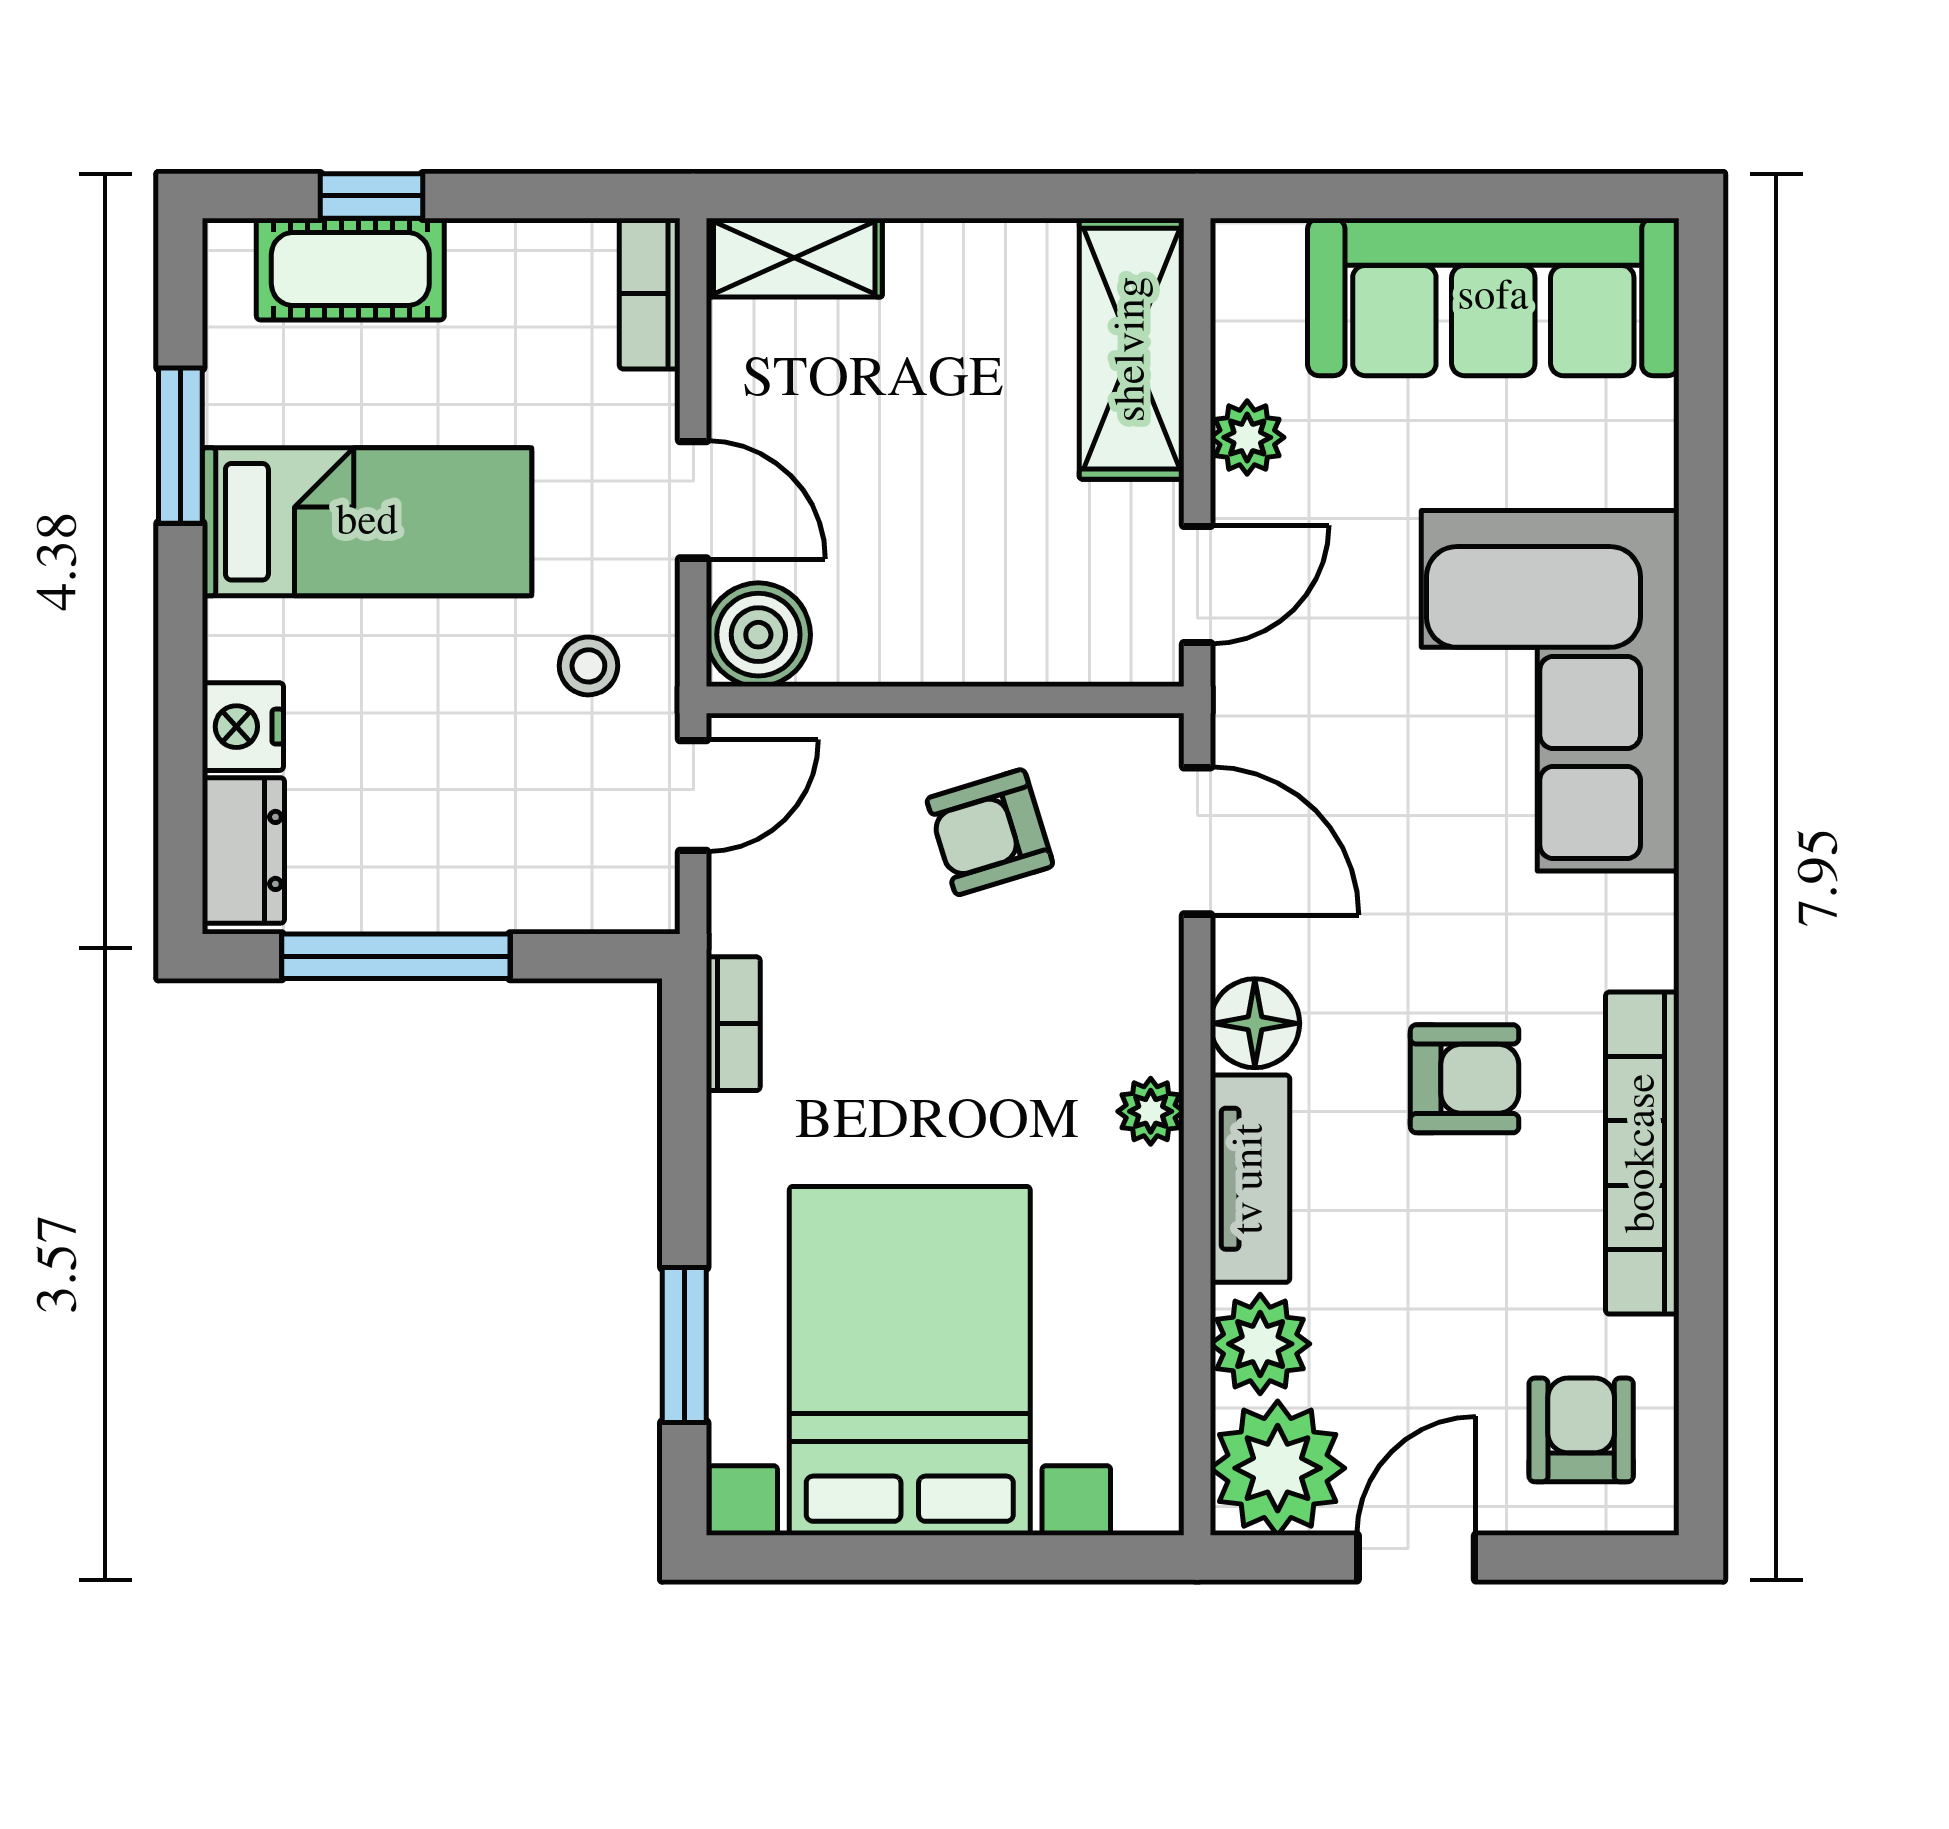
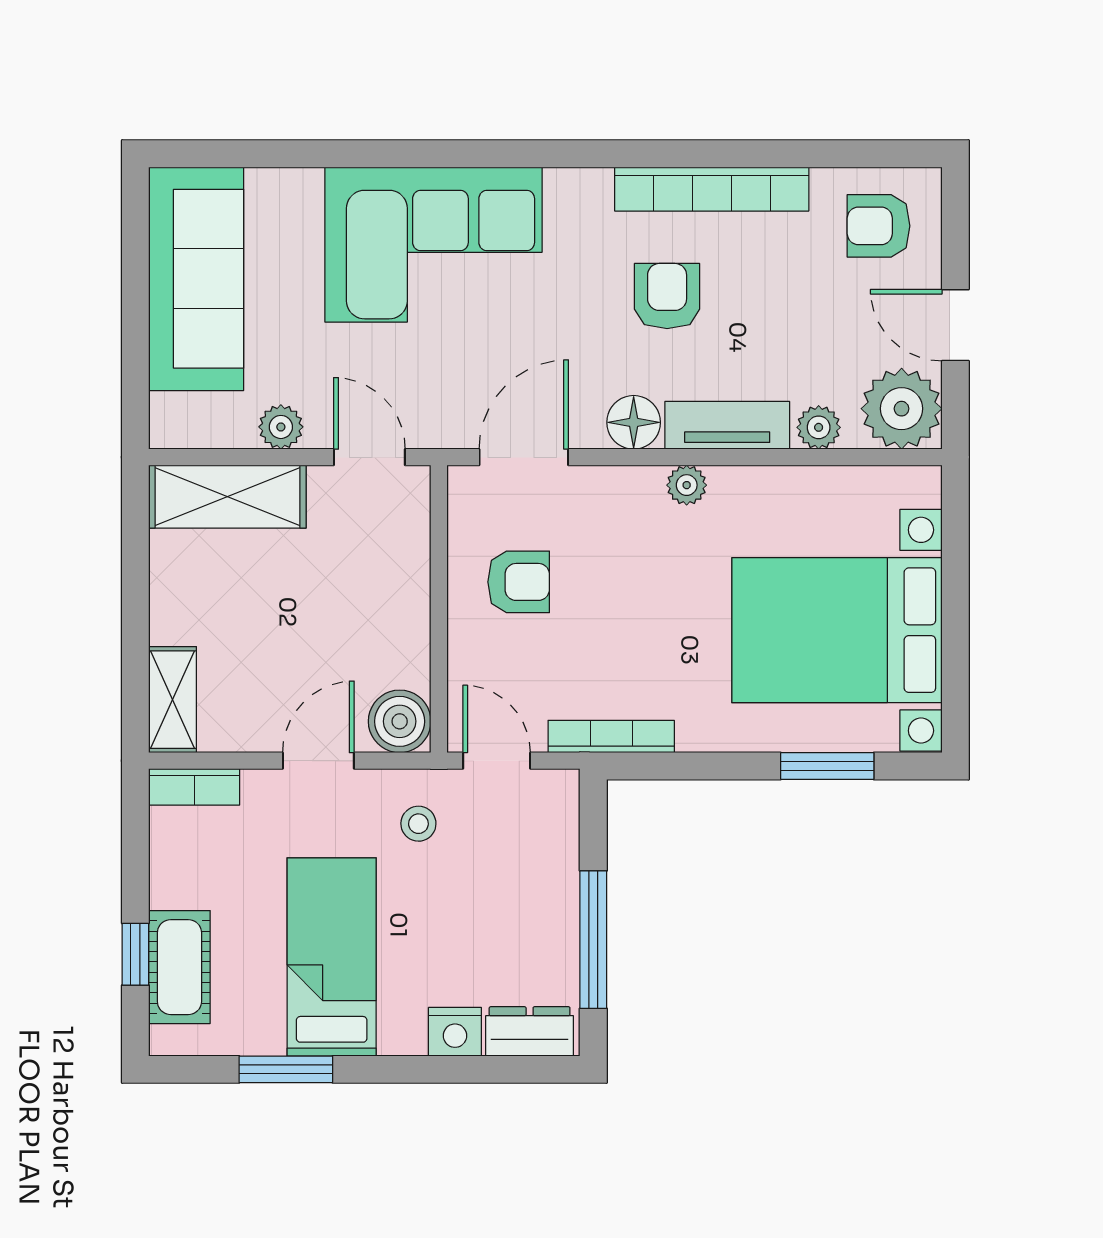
armchair: (990, 832) -> (519, 582), turned -73
bookcase: (733, 1024) -> (611, 736), width x1.56
plant: (1260, 1344) -> (819, 427), width x0.73, depth x0.73

